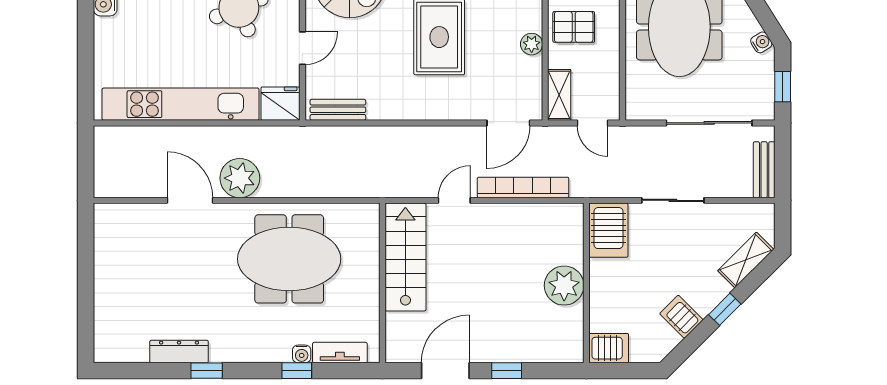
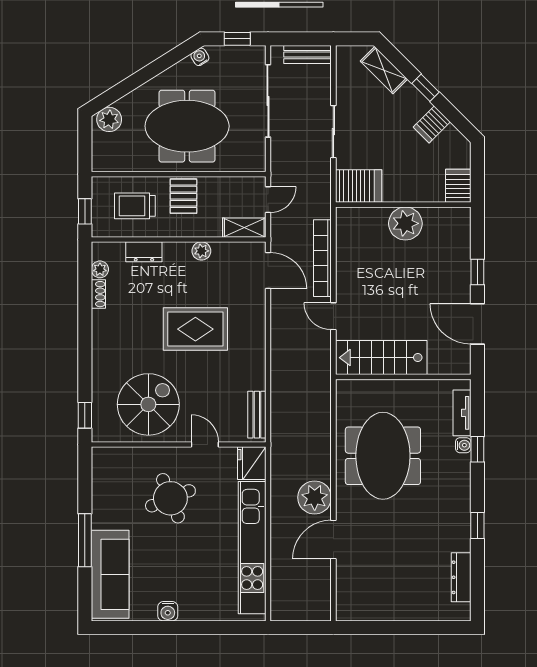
pallet: (574, 27) -> (183, 196), moved
dresser: (179, 352) -> (461, 577), moved

